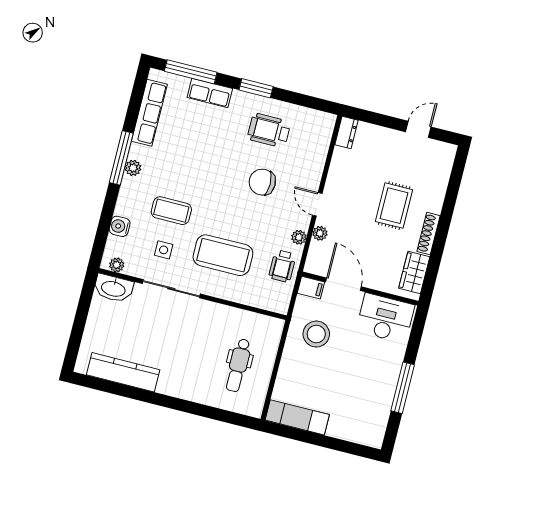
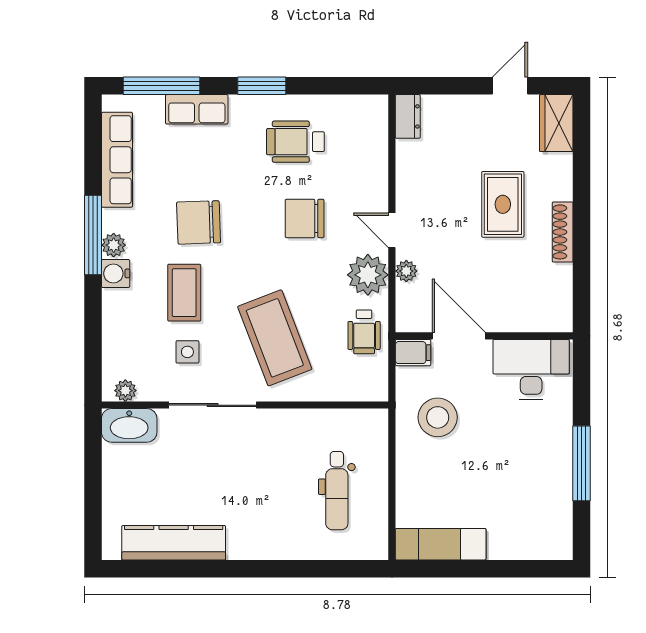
chair: (192, 167) -> (199, 222), added
coffee table: (171, 211) -> (184, 293), turned 90
water cooler: (120, 226) -> (116, 273), moved
plant: (299, 237) -> (368, 275), width x1.88, depth x1.88
coffee table: (223, 255) -> (275, 338), turned 69
wardrobe: (414, 272) -> (556, 123), moved

